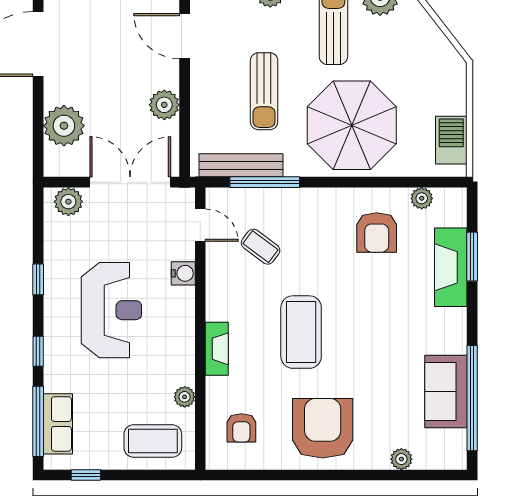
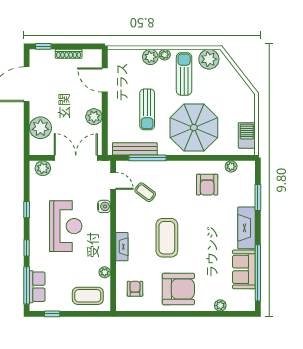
fireplace: (451, 267) -> (247, 228), moved
armchair: (241, 428) -> (135, 289), turned 180
armchair: (323, 428) -> (178, 289), turned 90

